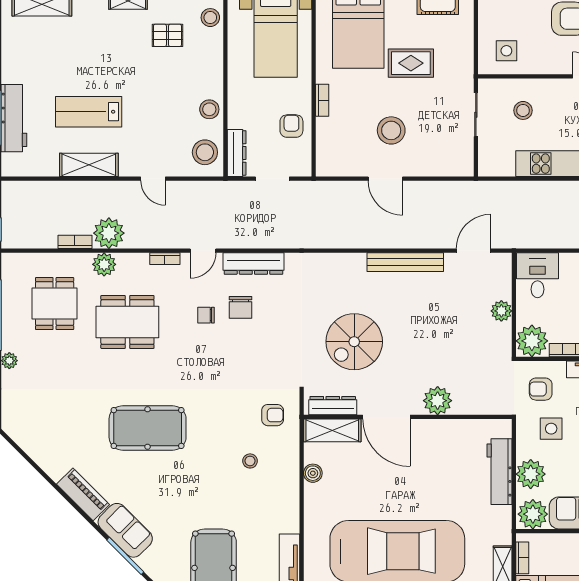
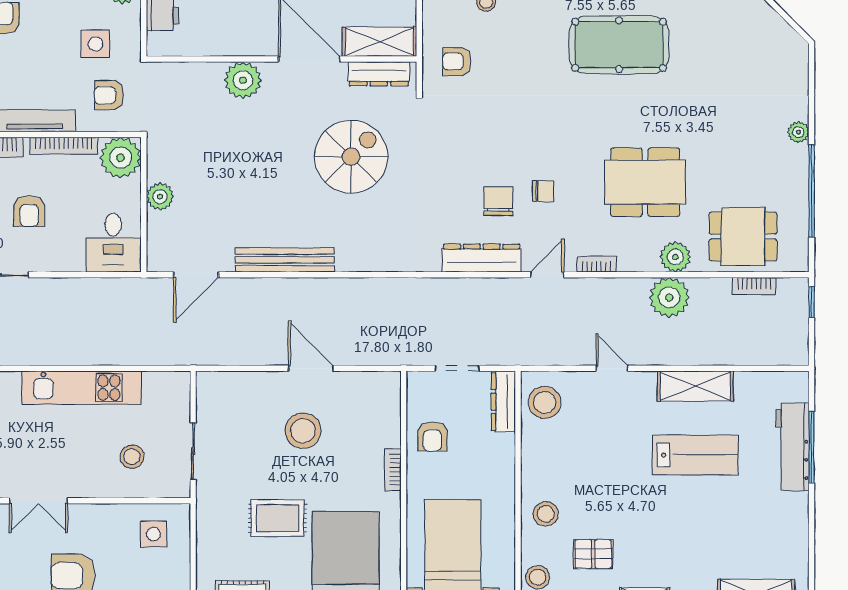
stool: (209, 109) -> (546, 514), moved
bookcase: (75, 242) -> (754, 286), moved
dining table: (55, 304) -> (743, 237), moved, turned 90
armchair: (541, 389) -> (109, 95), turned 180

